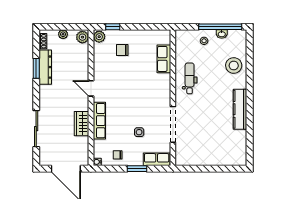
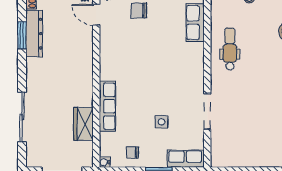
door: (91, 88) -> (96, 15), moved
wardrobe: (82, 124) -> (84, 124), moved
doorway: (173, 124) -> (207, 111), width x0.73

